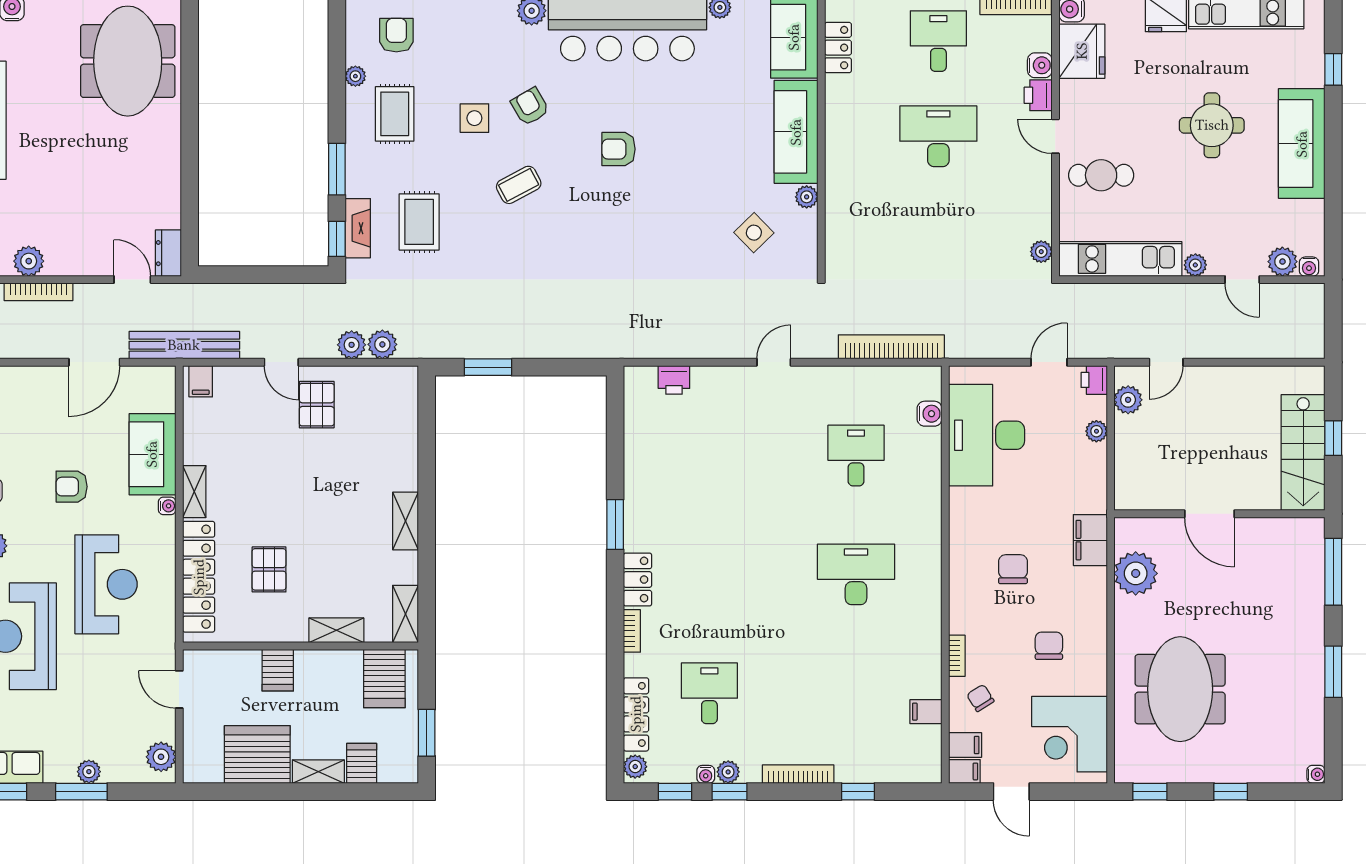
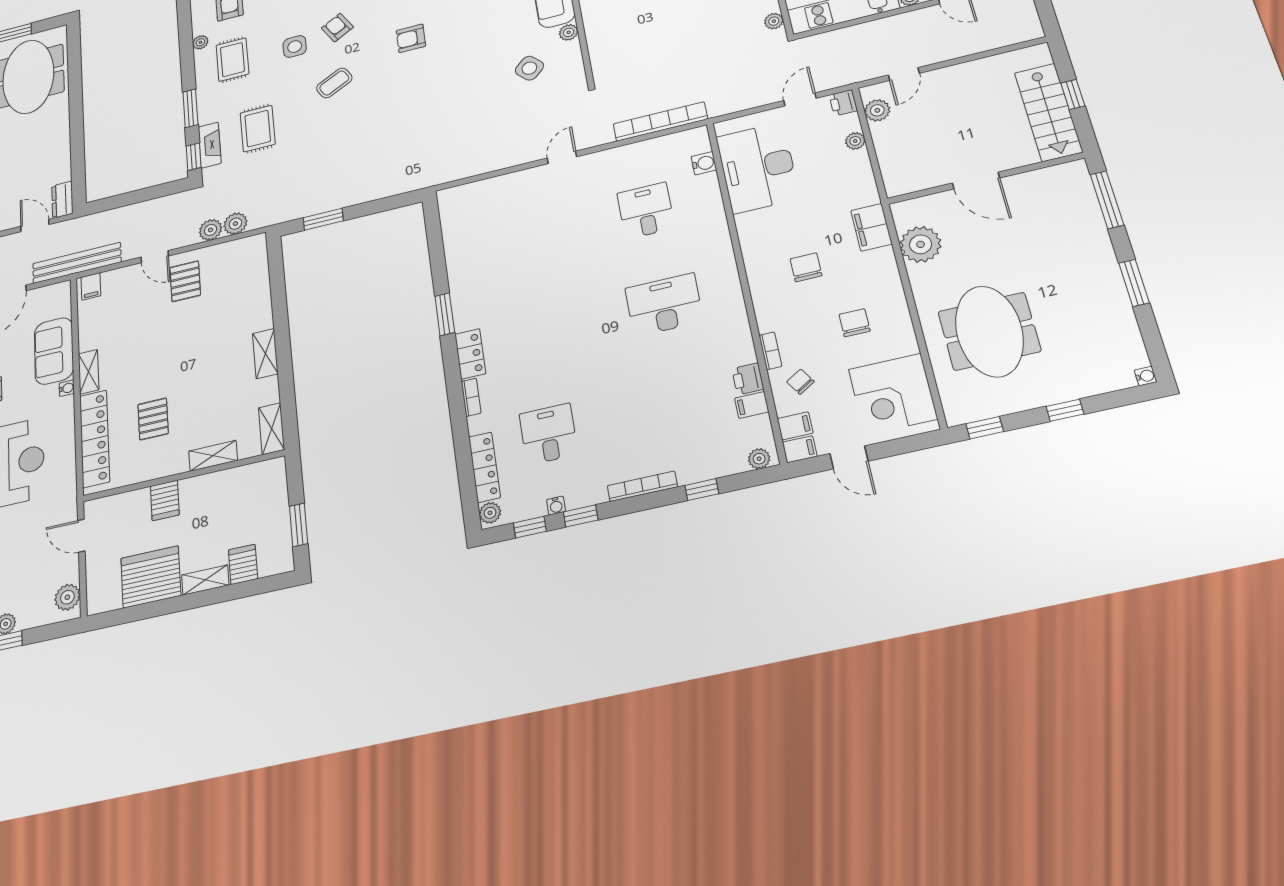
printer: (674, 380) -> (748, 379), moved, turned 90
server rack: (384, 678) -> (258, 487), removed
plant: (728, 772) -> (759, 459), moved

